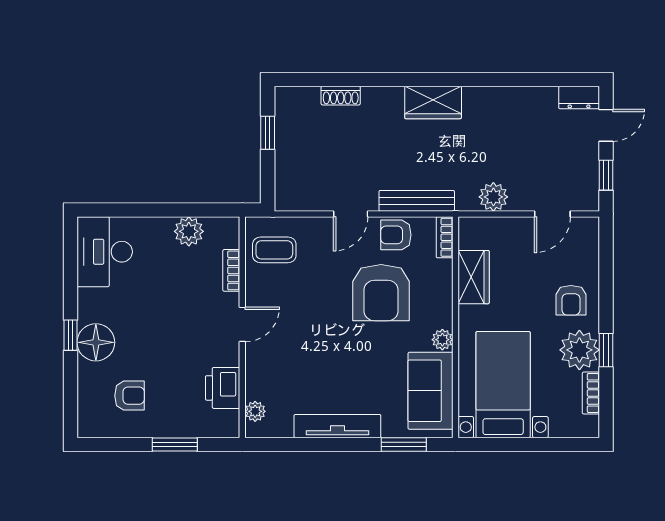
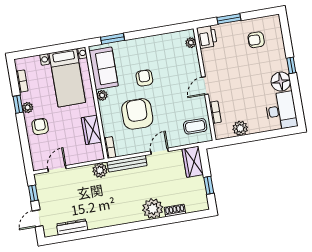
dresser: (579, 98) -> (72, 227), moved, width x1.44
wardrobe: (433, 103) -> (193, 162), moved, turned -90
plant: (382, 106) -> (153, 209), added
plant: (493, 197) -> (100, 170), moved
armchair: (396, 235) -> (144, 78), moved, turned -90
floor lamp: (96, 342) -> (281, 82), moved
plant: (579, 350) -> (28, 107), width x0.53, depth x0.53
printer: (223, 388) -> (207, 37), moved
tv unit: (337, 426) -> (148, 42), removed

